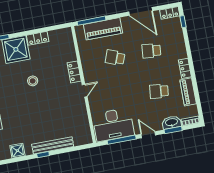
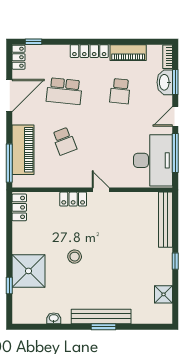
locker: (38, 38) -> (19, 207), moved
school desk: (151, 51) -> (64, 91), width x1.85
school desk: (115, 58) -> (64, 141), turned -42
locker: (185, 68) -> (89, 51), width x1.53
bench: (53, 145) -> (165, 220), moved

